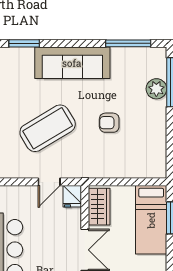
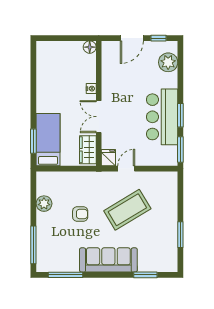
plant: (156, 89) -> (44, 204), moved

